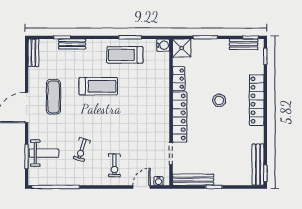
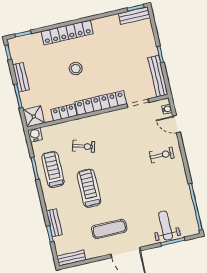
bench: (244, 44) -> (21, 77), moved
treadmill: (125, 55) -> (53, 169), turned 180
exercise bike: (82, 150) -> (84, 146), moved
bench: (258, 165) -> (134, 16), width x0.73

